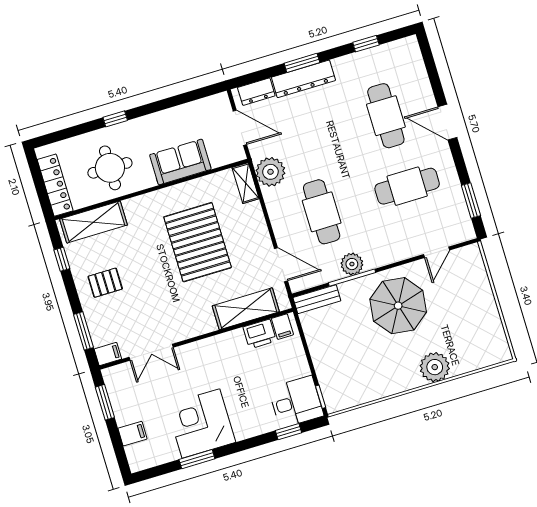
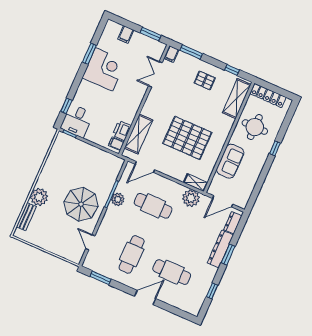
pallet: (105, 283) -> (205, 80), turned 90
bench: (317, 299) -> (26, 217), moved

